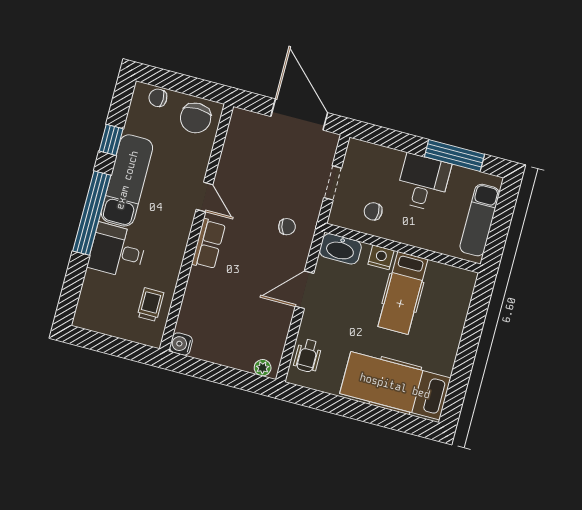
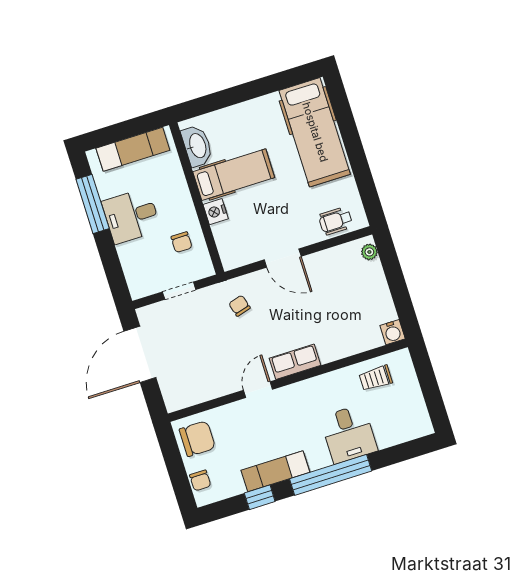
exam couch: (127, 180) -> (275, 471), width x0.73, depth x0.69
washbasin: (340, 249) -> (197, 146), moved
wheelchair: (308, 356) -> (336, 221), turned 180

